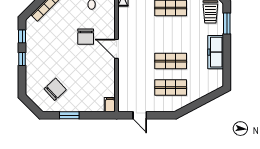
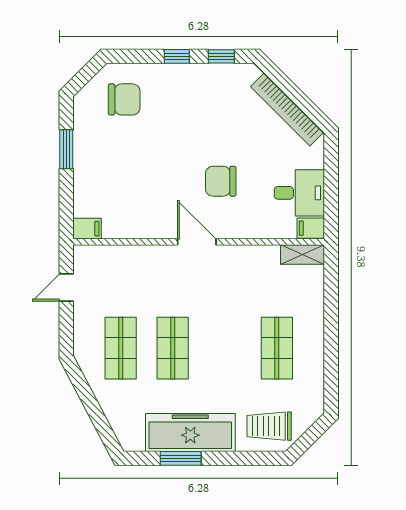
window: (227, 24) -> (181, 458), moved
door: (117, 49) -> (197, 242), hinge flipped
freezer: (216, 52) -> (190, 433), width x1.36, depth x1.26
chair: (55, 89) -> (124, 99), moved, turned -47

